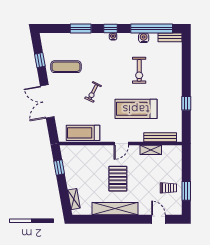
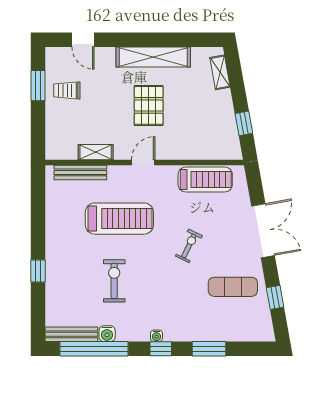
bench: (170, 37) -> (71, 334), width x1.36
window: (186, 103) -> (38, 271), moved

